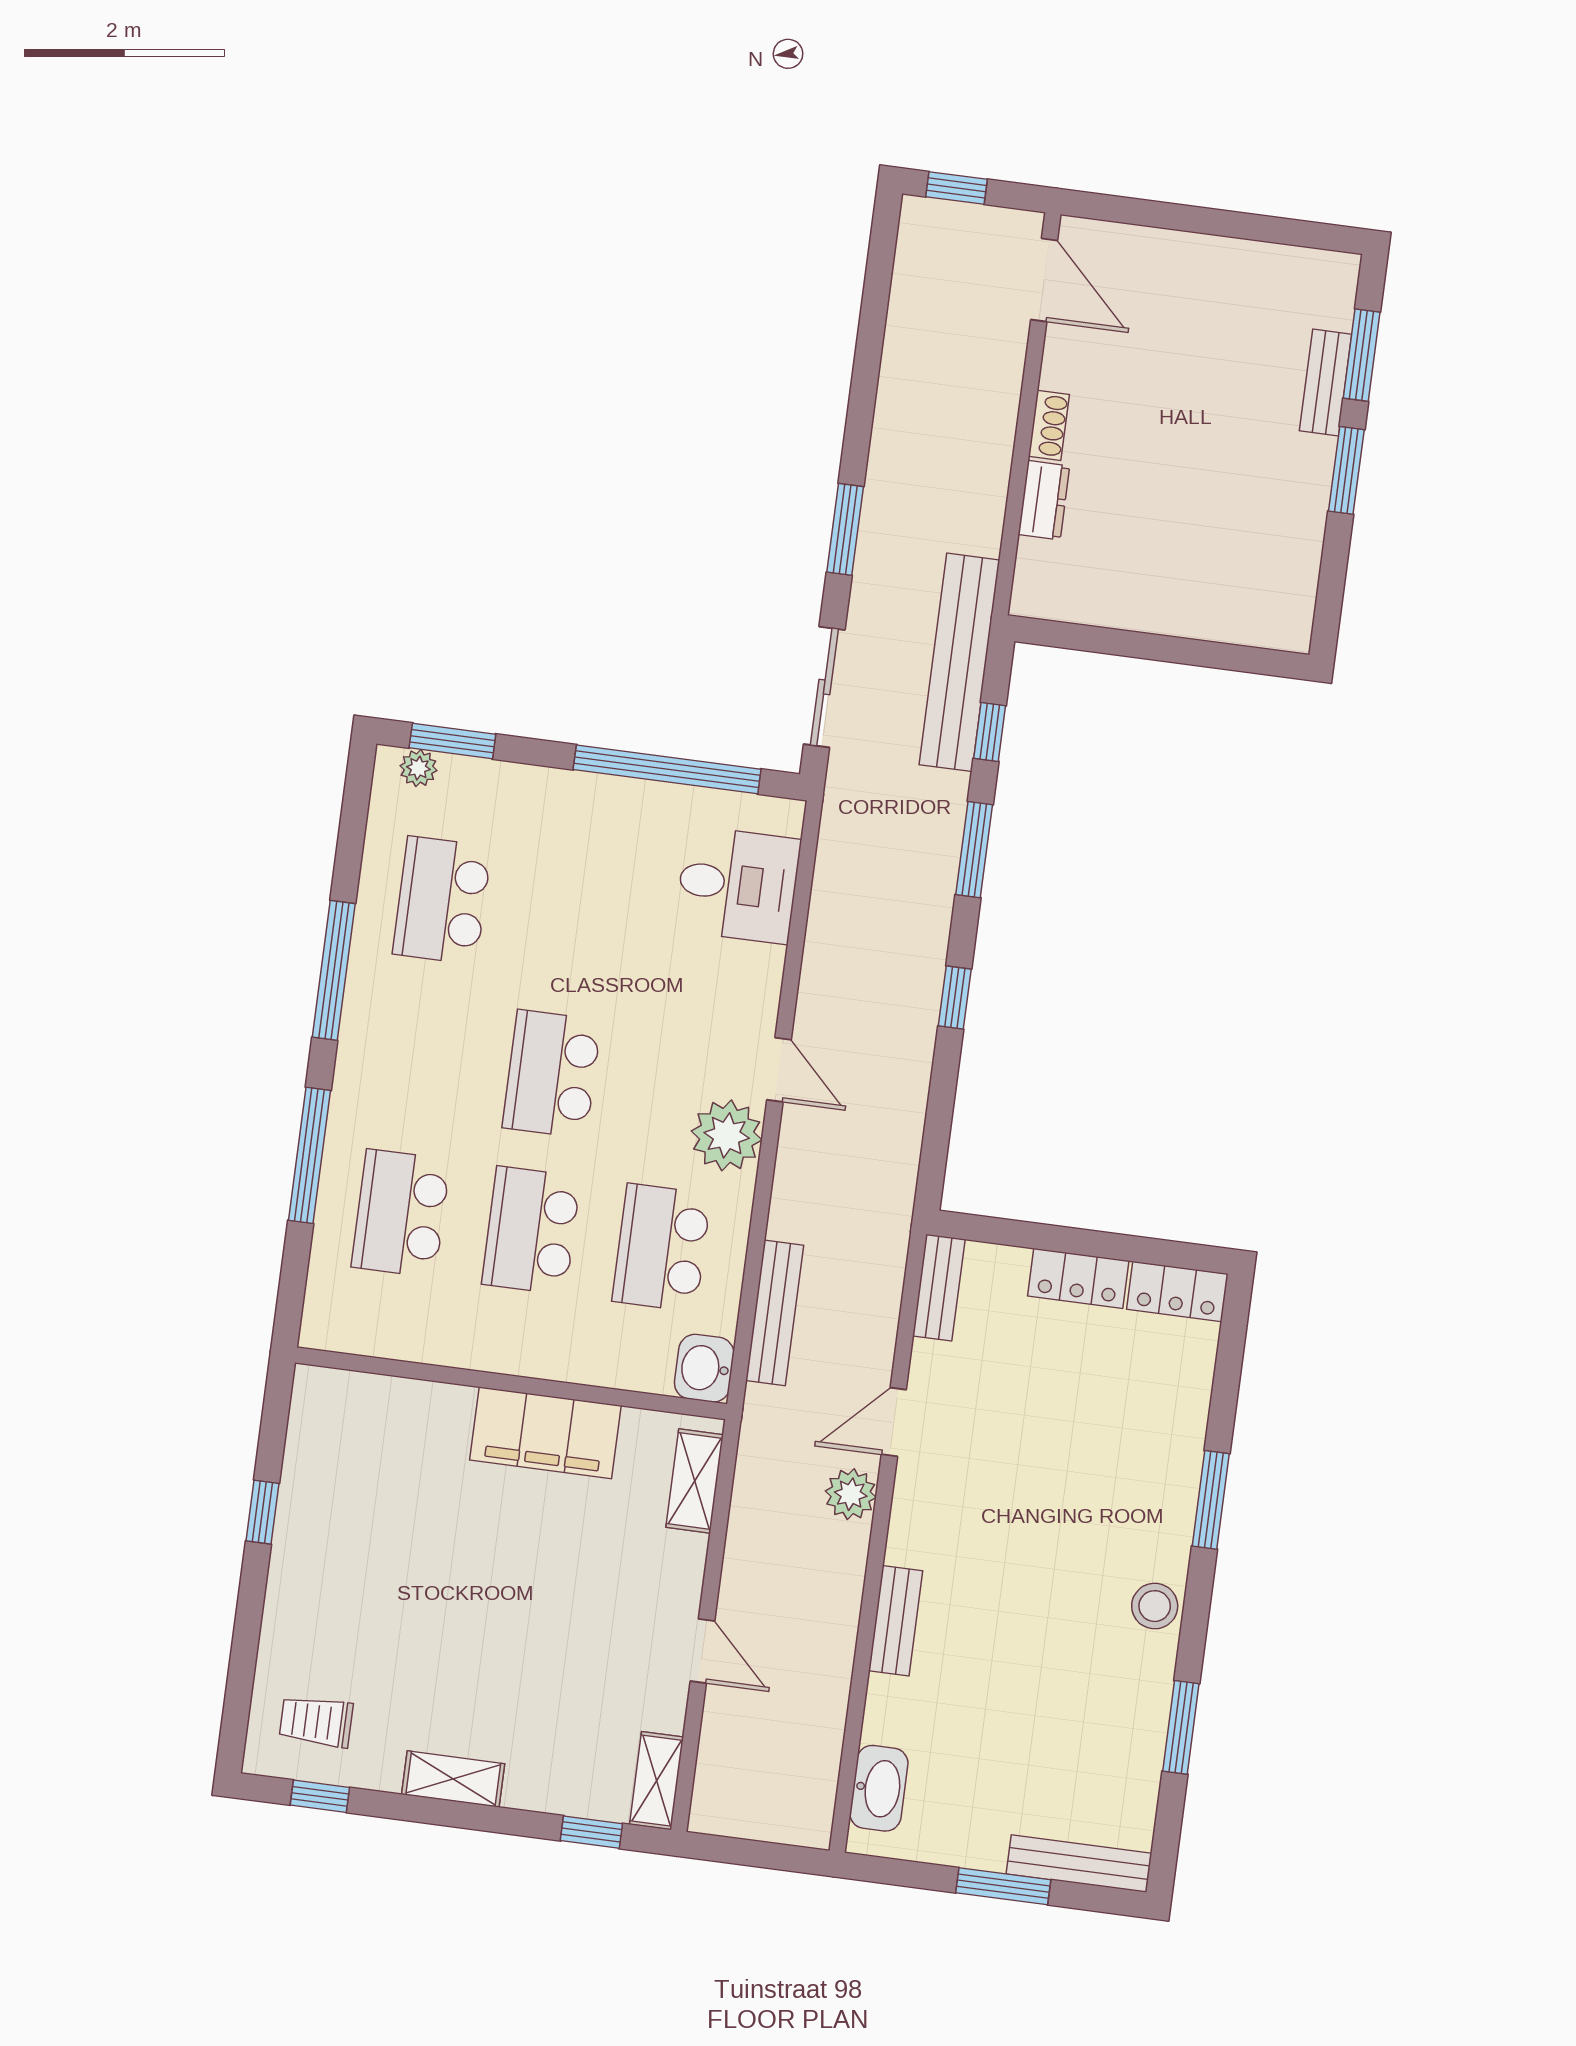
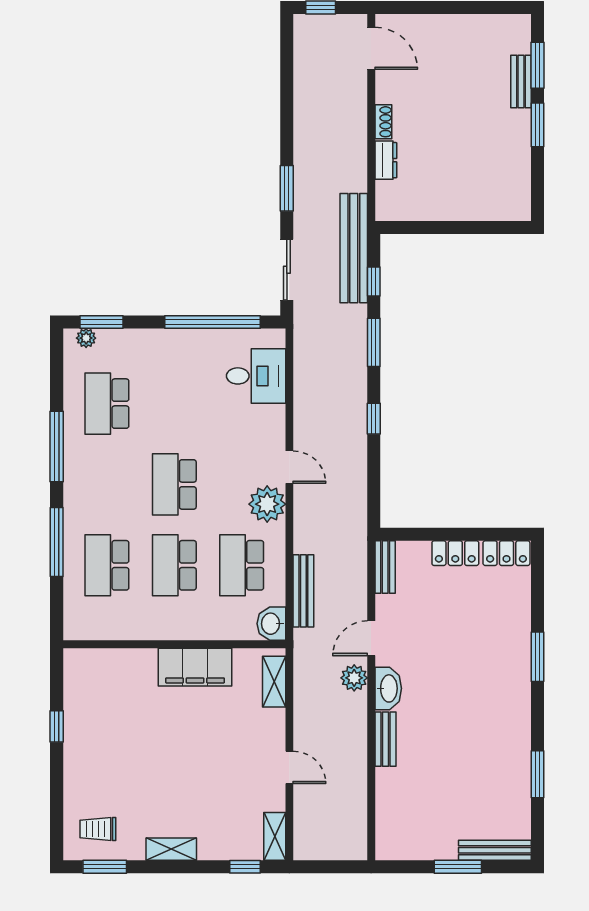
stool: (1155, 1606) -> (516, 714), removed
washbasin: (879, 1788) -> (388, 688), moved
window: (320, 1796) -> (105, 867), width x1.50

